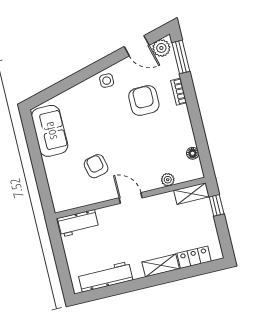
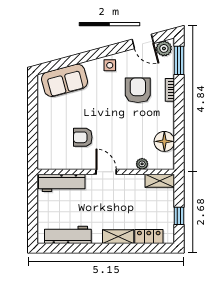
sofa: (50, 131) -> (64, 80), moved, turned 75
floor lamp: (193, 153) -> (164, 141), width x1.89, depth x1.89
armchair: (96, 166) -> (83, 137), turned -77
window: (217, 205) -> (179, 216), moved
workbench: (78, 223) -> (62, 183), width x1.38

